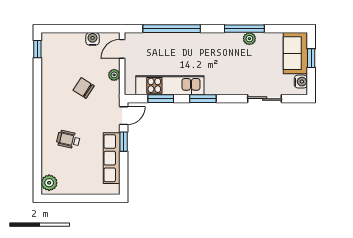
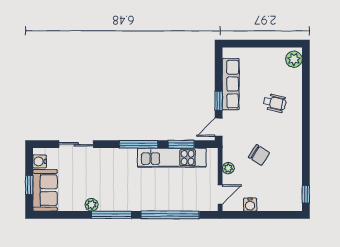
window: (244, 29) -> (112, 215), moved
window: (203, 99) -> (138, 144), width x1.44

